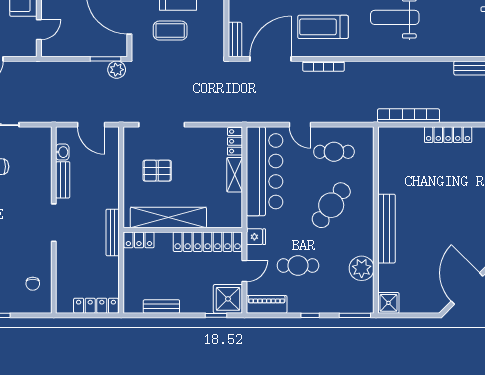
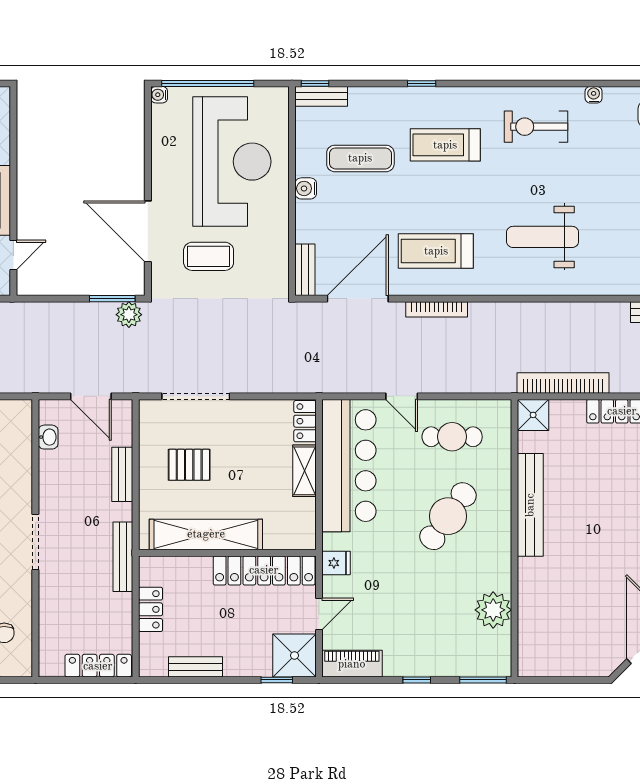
bench: (63, 180) -> (122, 474), moved
bench: (387, 229) -> (530, 505), moved
locker: (139, 240) -> (150, 609), moved, turned -90
cafe table: (298, 265) -> (399, 606), removed
shower: (388, 303) -> (533, 415), moved

